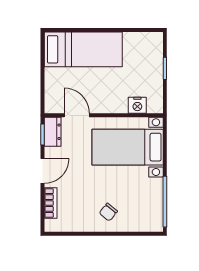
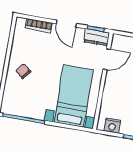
nightstand: (137, 105) -> (112, 126), moved, turned -90

